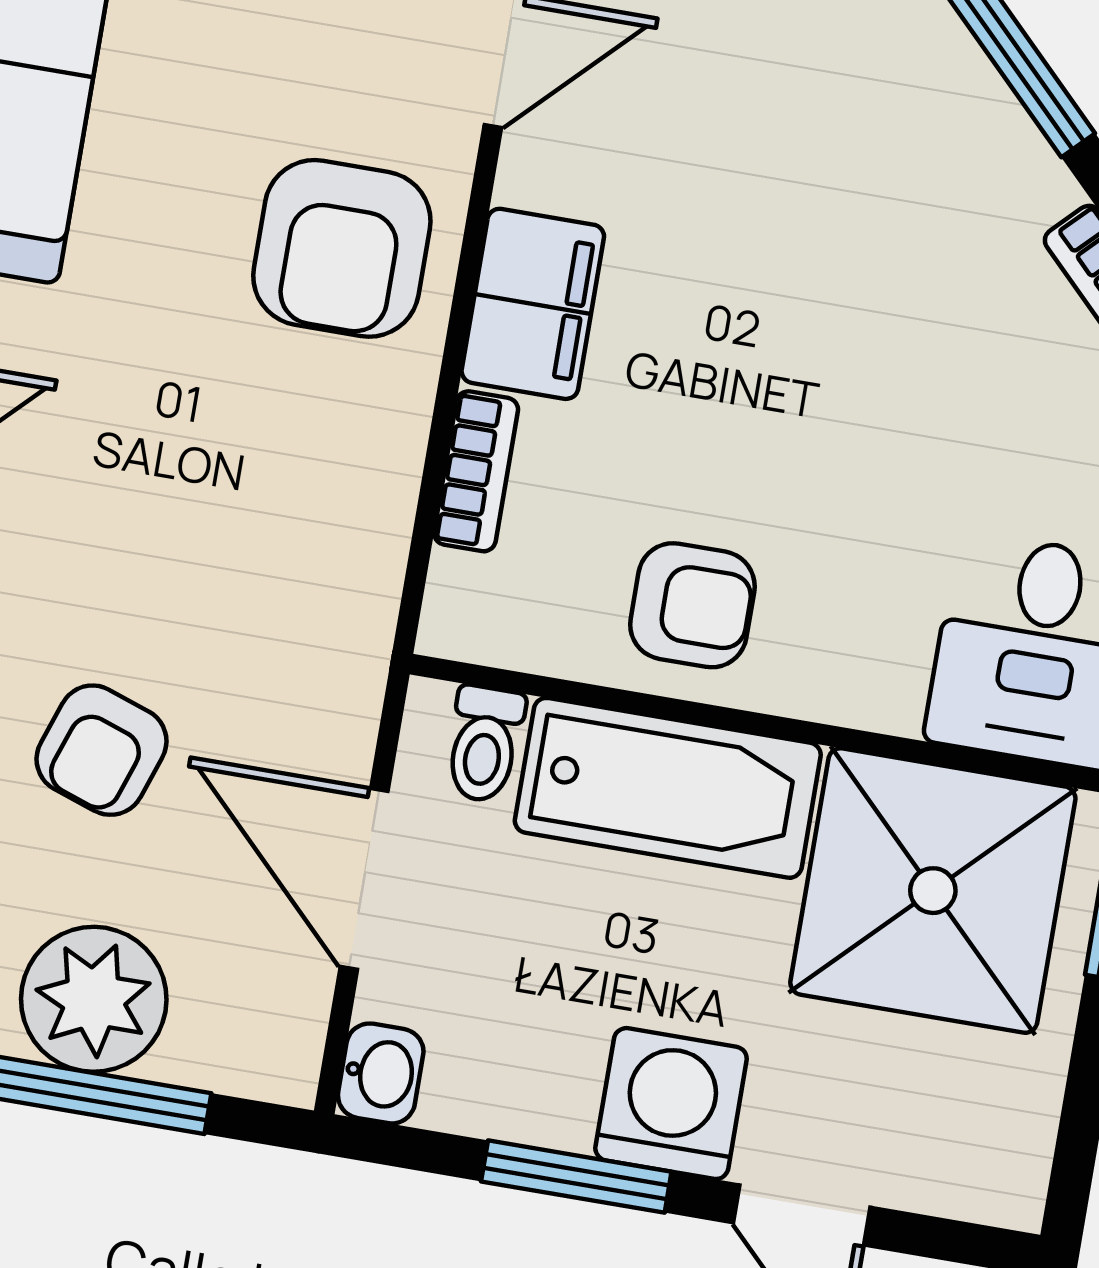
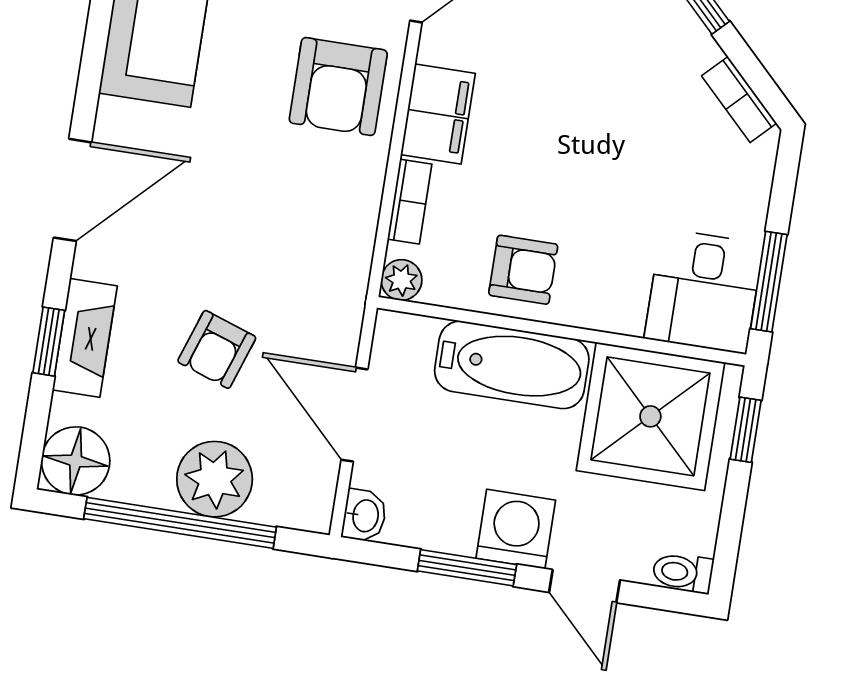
plant: (458, 622) -> (401, 280), added
toilet: (485, 744) -> (683, 573), moved, turned 90

